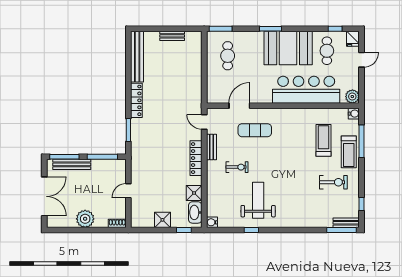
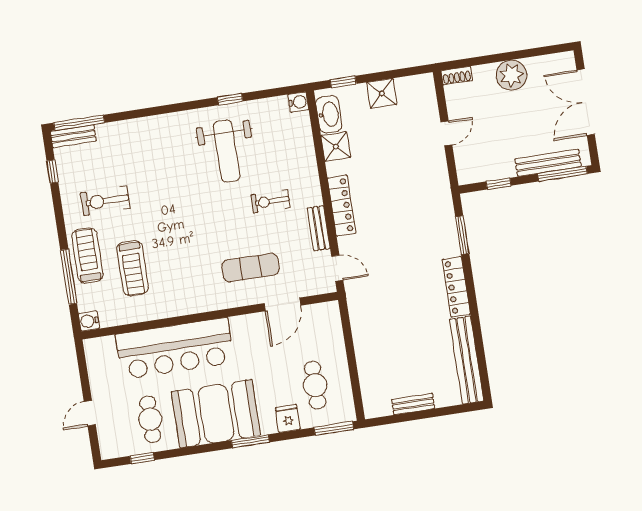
fridge: (353, 39) -> (288, 419), moved
plant: (352, 97) -> (96, 349), removed
window: (102, 157) -> (499, 184), width x0.46

